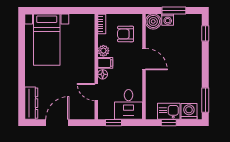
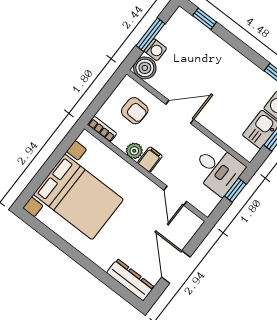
armchair: (126, 34) -> (135, 111), turned -88
bed with nightstands: (47, 40) -> (78, 197), width x1.36
floor lamp: (103, 74) -> (161, 173), removed
door: (96, 92) -> (175, 196), hinge flipped
window: (113, 123) -> (235, 190), moved

